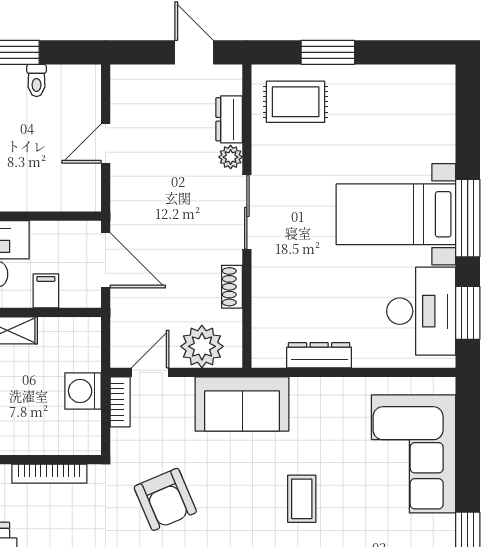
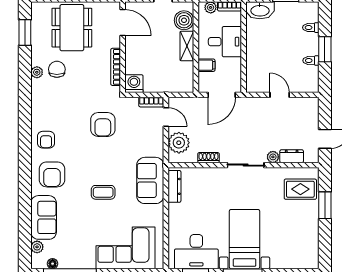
rug: (296, 102) -> (300, 189), turned 90
dresser: (319, 355) -> (174, 186), moved
washing machine: (83, 391) -> (134, 84), moved
sofa: (242, 404) -> (150, 180), moved
armchair: (165, 499) -> (103, 124), turned -67

